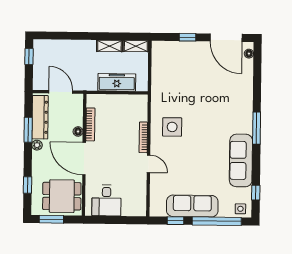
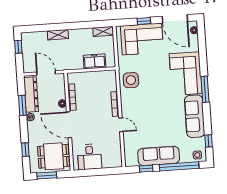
shelving: (109, 46) -> (58, 35), moved
corner sofa: (183, 59) -> (142, 39), added
freezer: (117, 82) -> (95, 61), width x0.71
corner sofa: (234, 107) -> (186, 74), added
side table: (172, 127) -> (131, 80), moved

